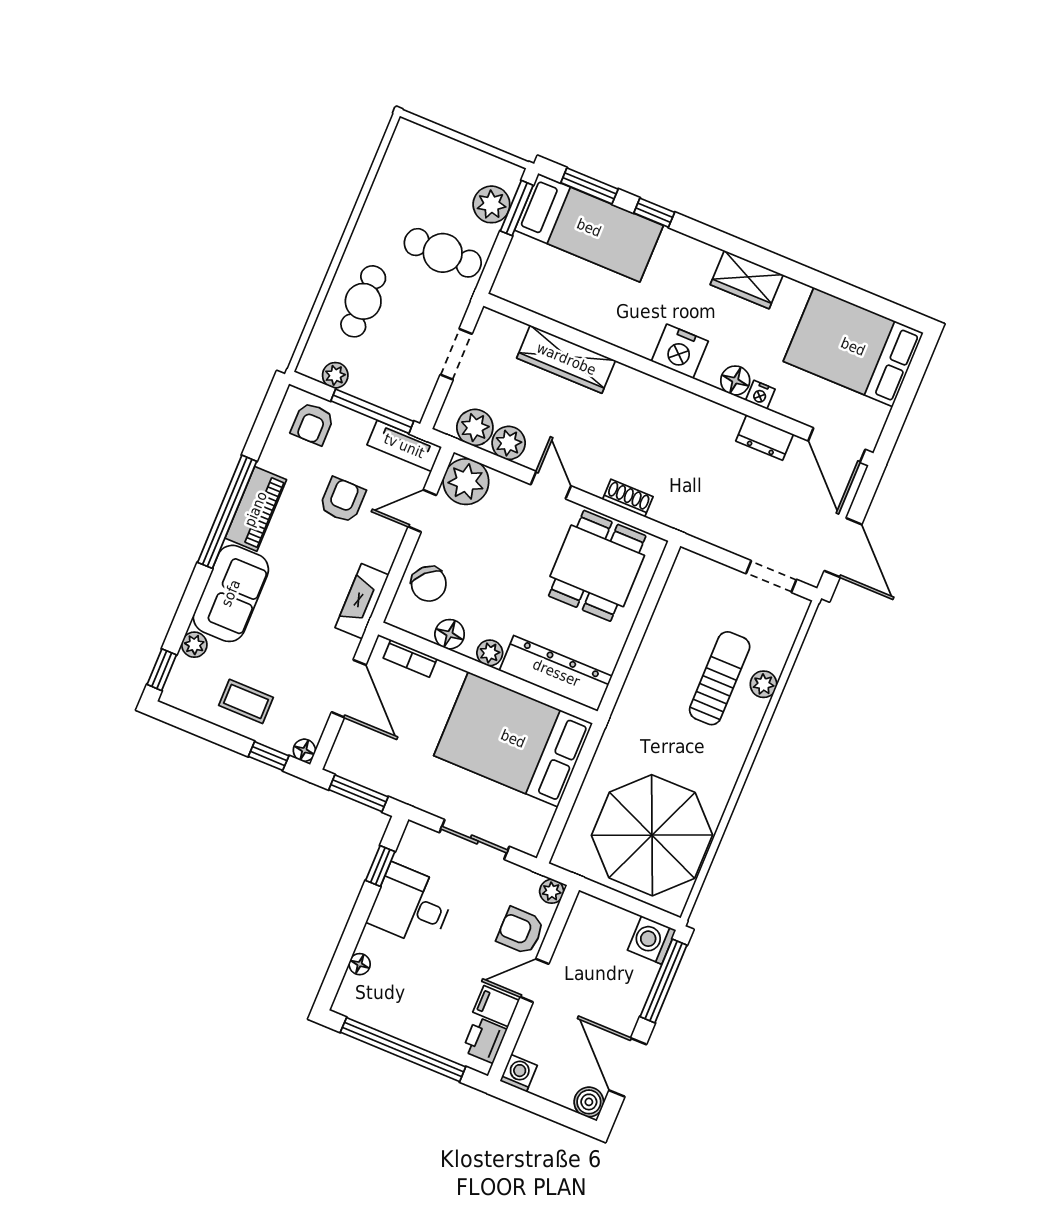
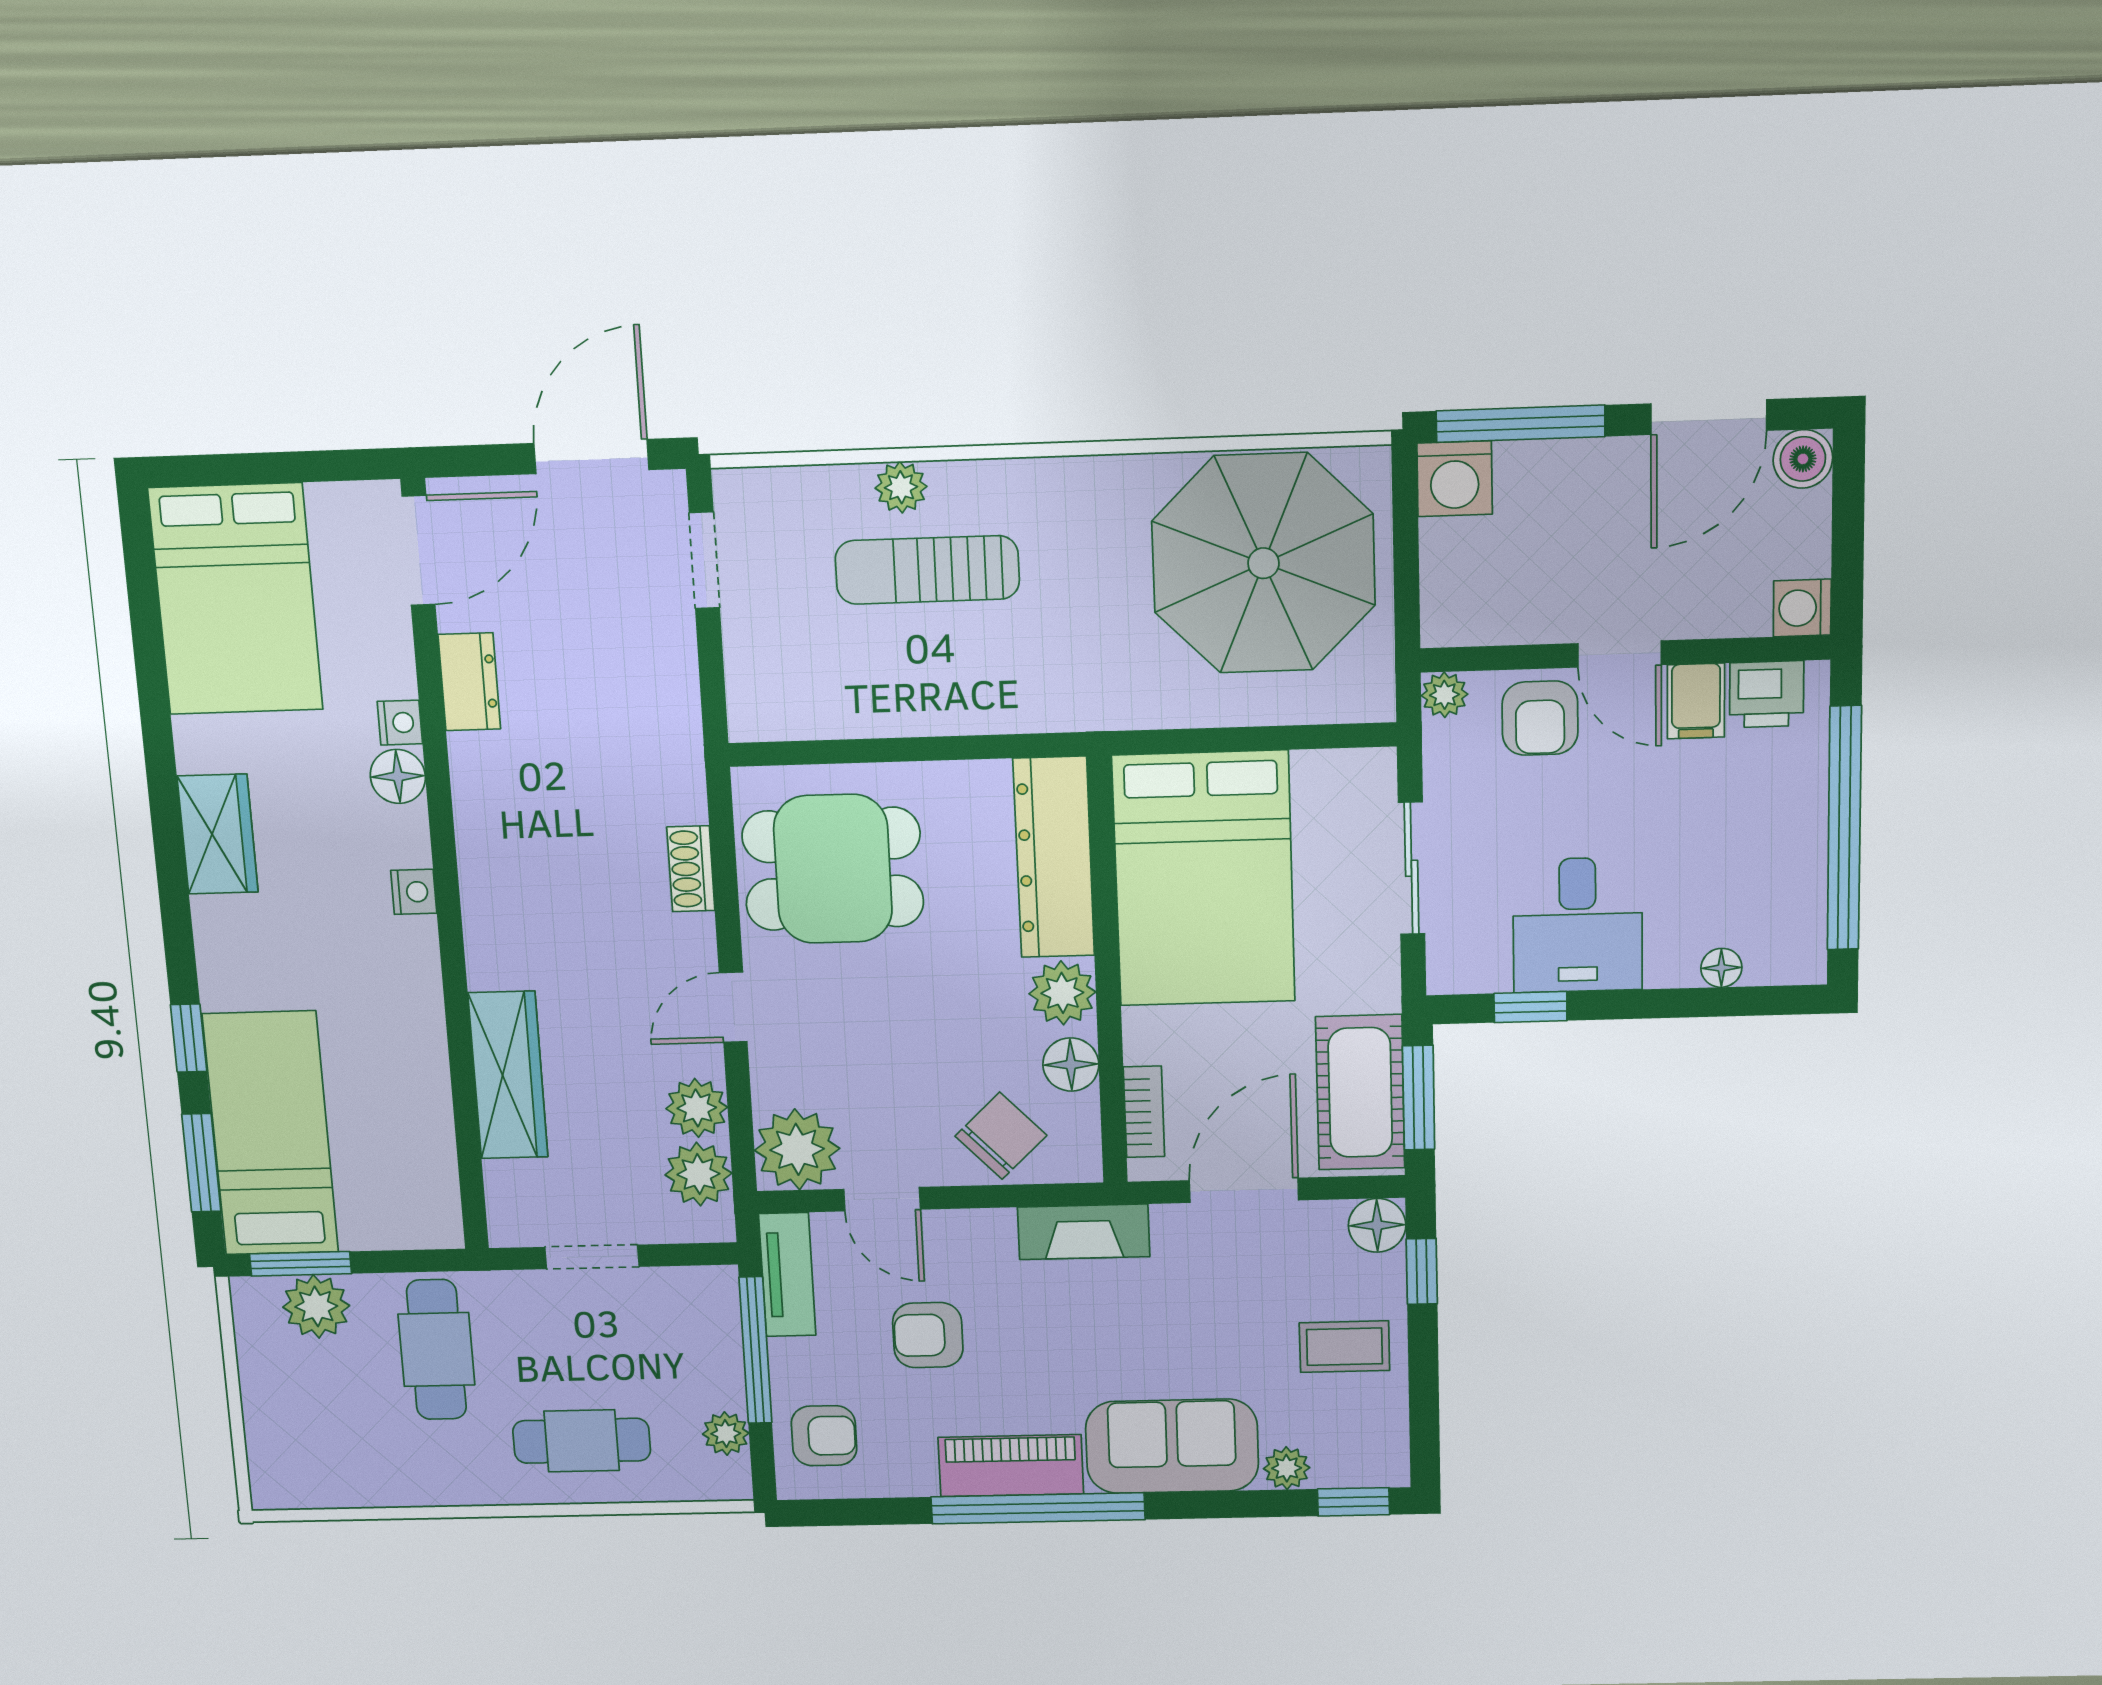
nightstand: (680, 351) -> (414, 892), width x0.53, depth x0.56
plant: (490, 653) -> (1062, 993), width x1.38, depth x1.38
coffee table: (246, 701) -> (1345, 1347), turned 90
floor lamp: (304, 750) -> (1377, 1225), width x1.37, depth x1.37
cot: (374, 767) -> (1360, 1092), added

